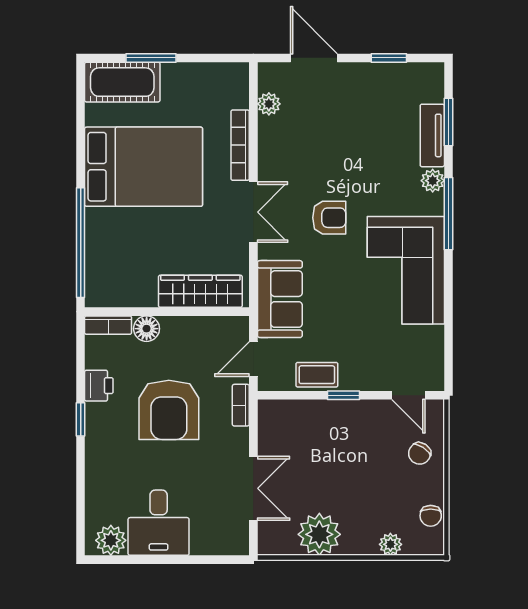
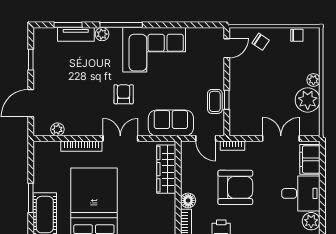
window: (343, 395) -> (227, 100), moved
filing cabinet: (217, 538) -> (310, 159), added
plant: (390, 544) -> (313, 80), moved

